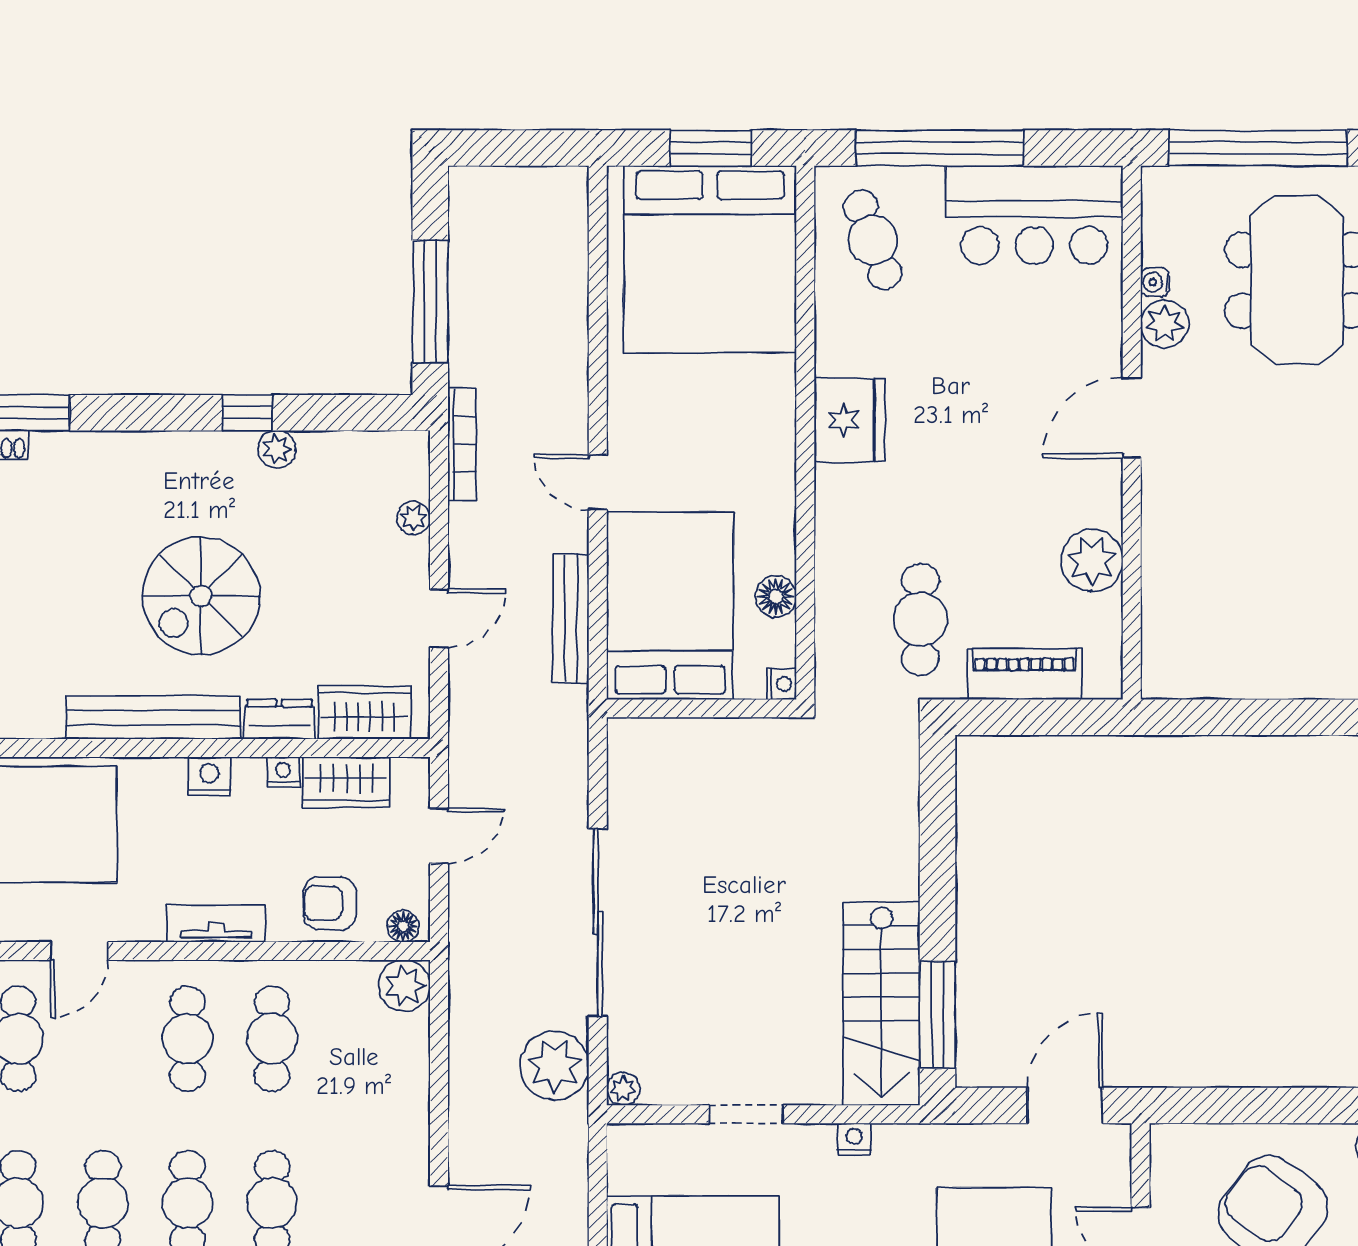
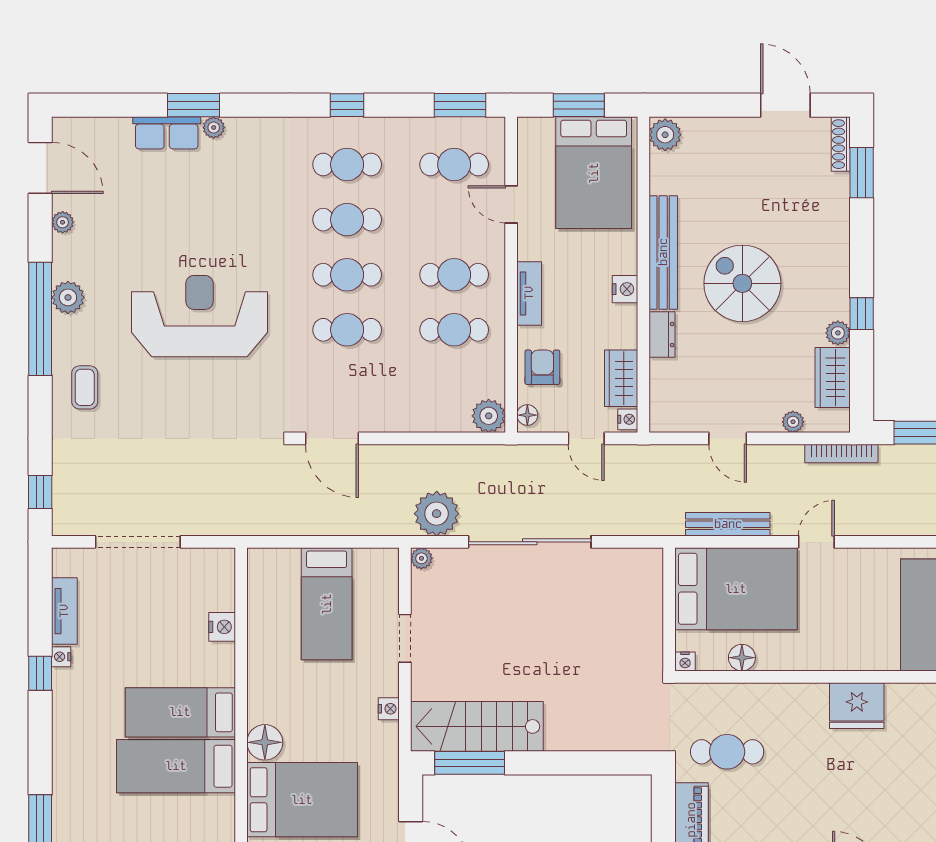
wardrobe: (364, 712) -> (833, 377), moved, turned 180
nightstand: (283, 772) -> (628, 419), moved

